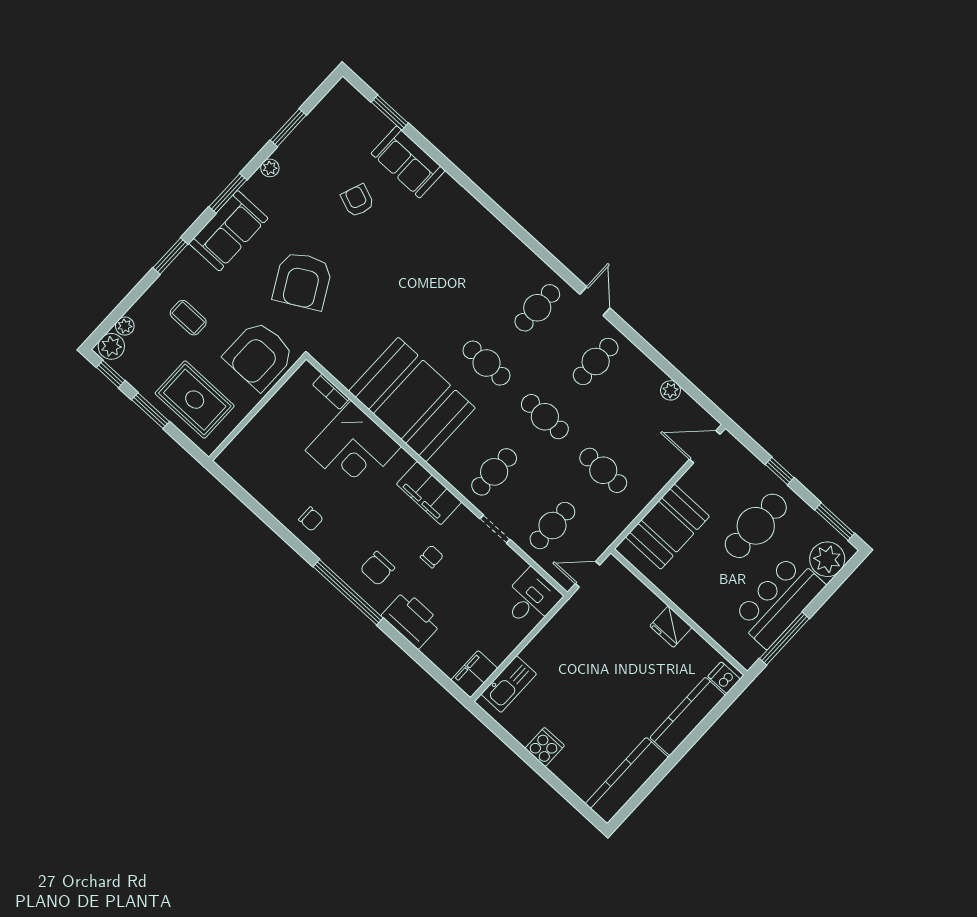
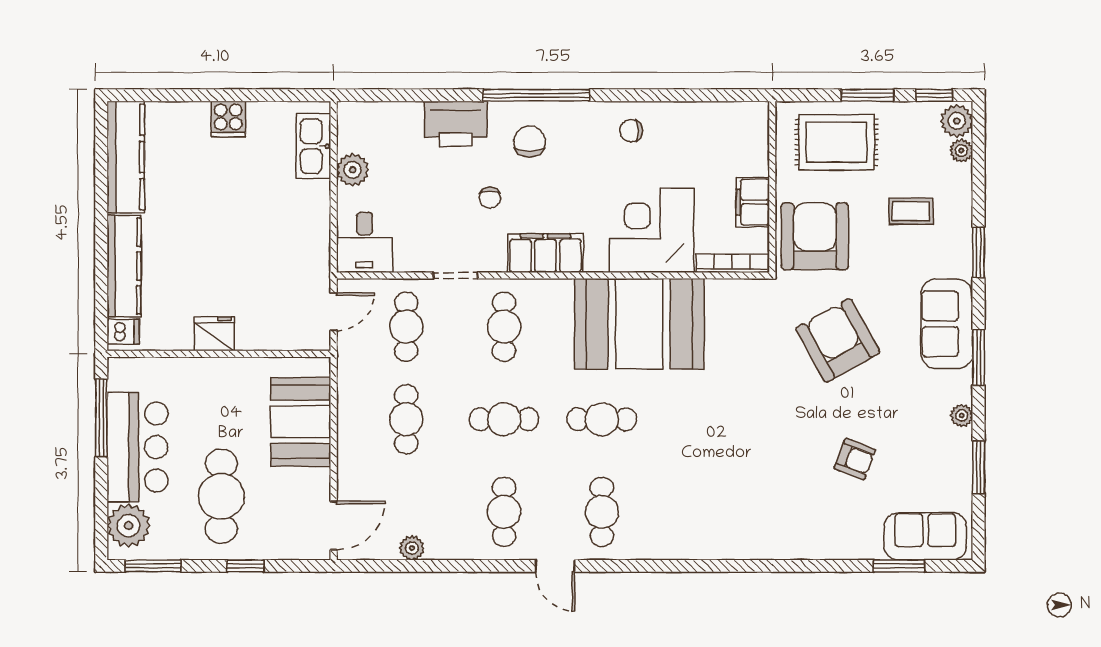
sofa: (408, 162) -> (925, 536), moved
bookcase: (331, 392) -> (732, 263), width x1.56
cafe table: (603, 470) -> (406, 419), turned 90
plant: (498, 648) -> (353, 170), added
filing cabinet: (474, 674) -> (753, 202), moved, turned 180

